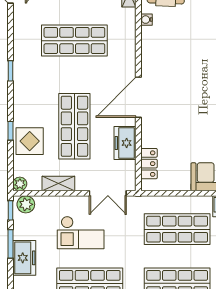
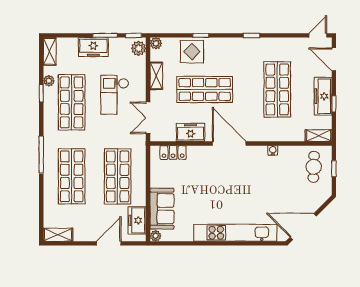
water cooler: (147, 20) -> (273, 150), moved

